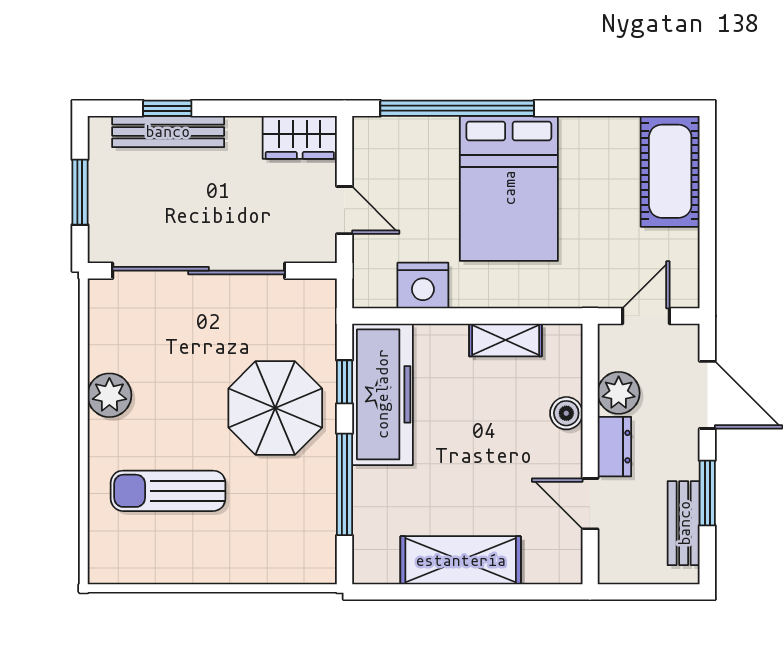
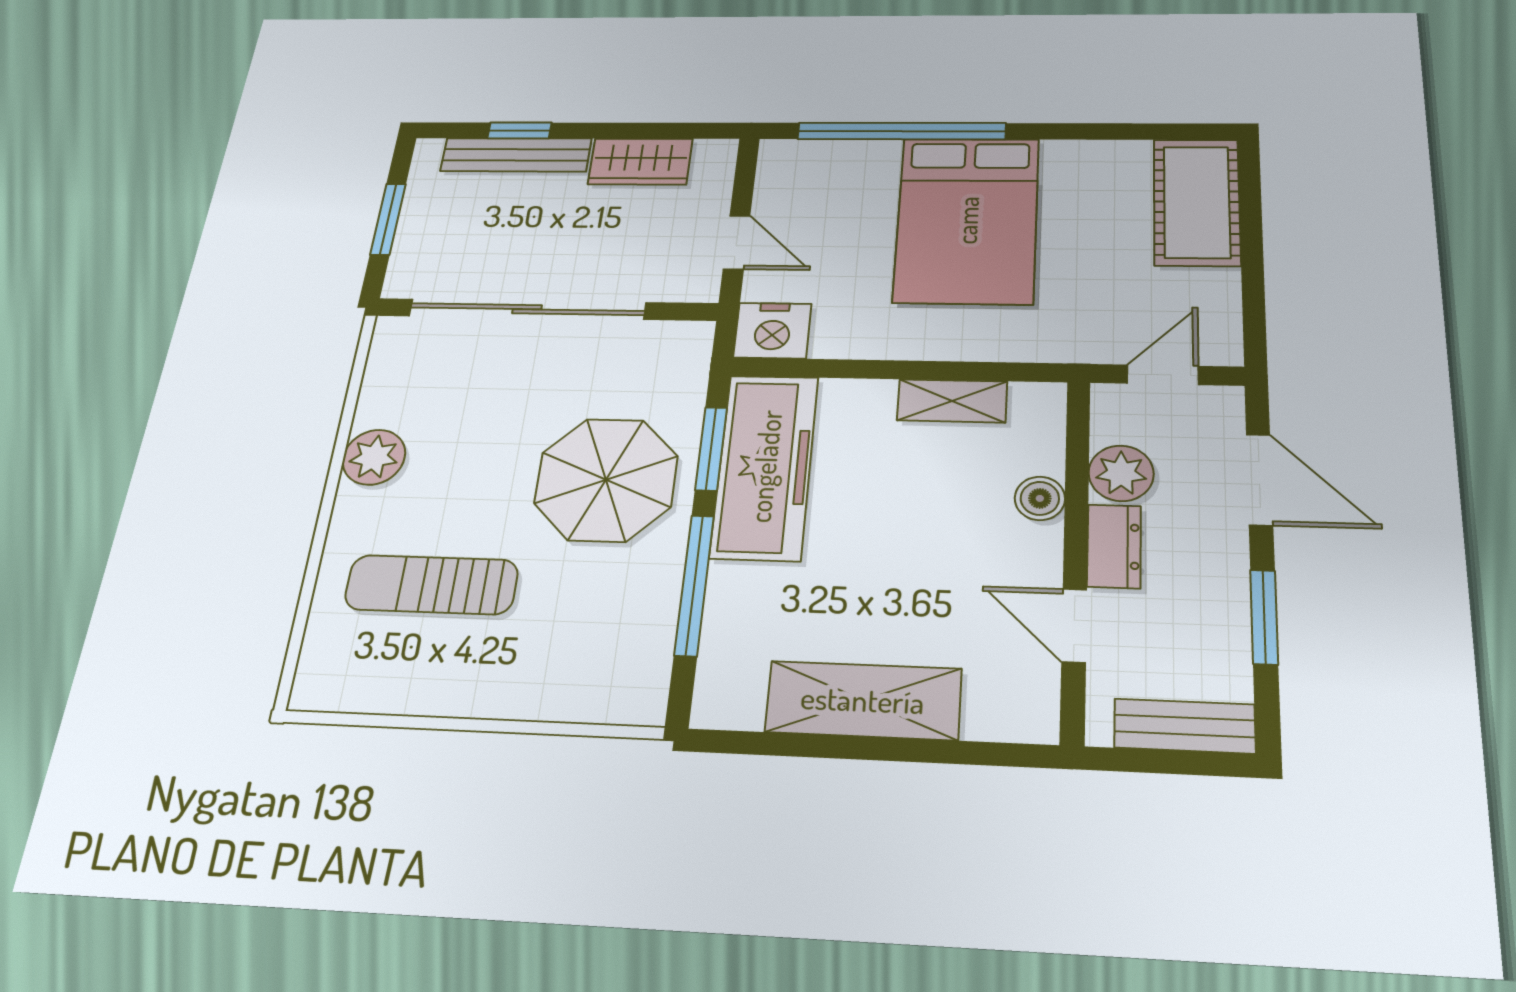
wardrobe: (300, 137) -> (640, 161), moved
nightstand: (423, 286) -> (772, 331), moved
window: (344, 382) -> (711, 449), width x1.50
bench: (684, 523) -> (1184, 726), moved, turned 90

